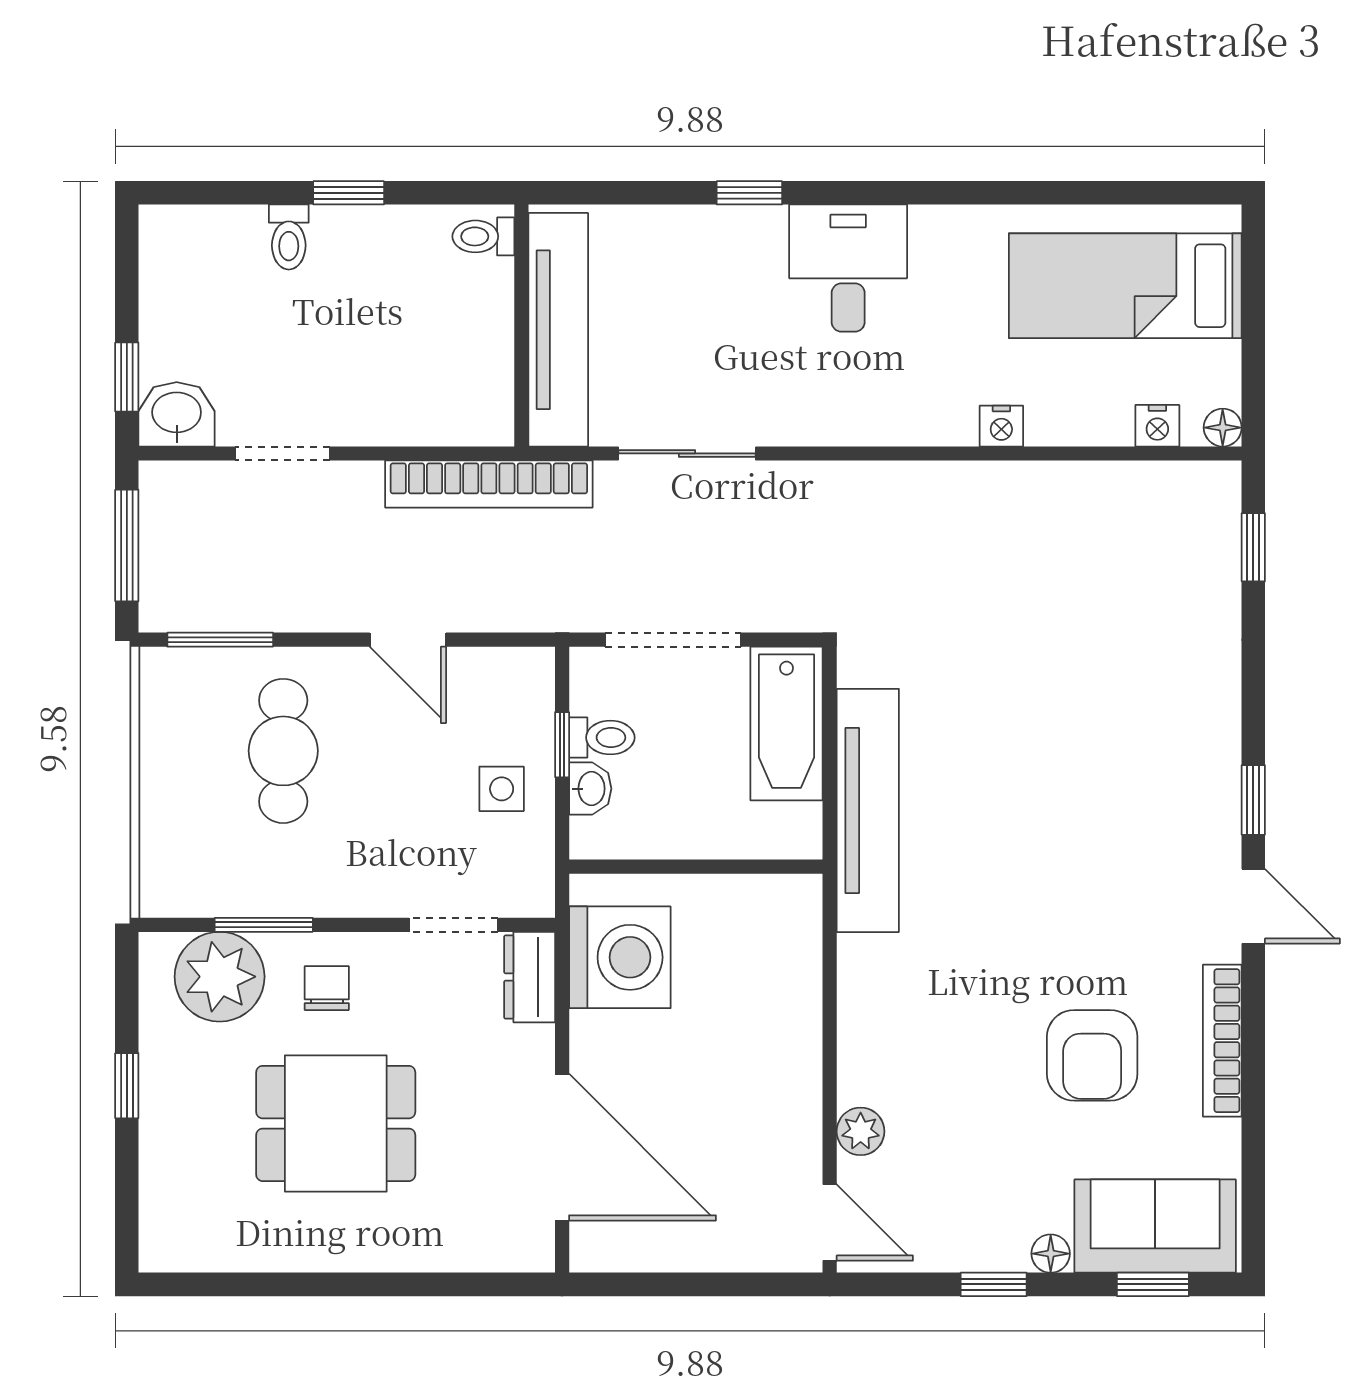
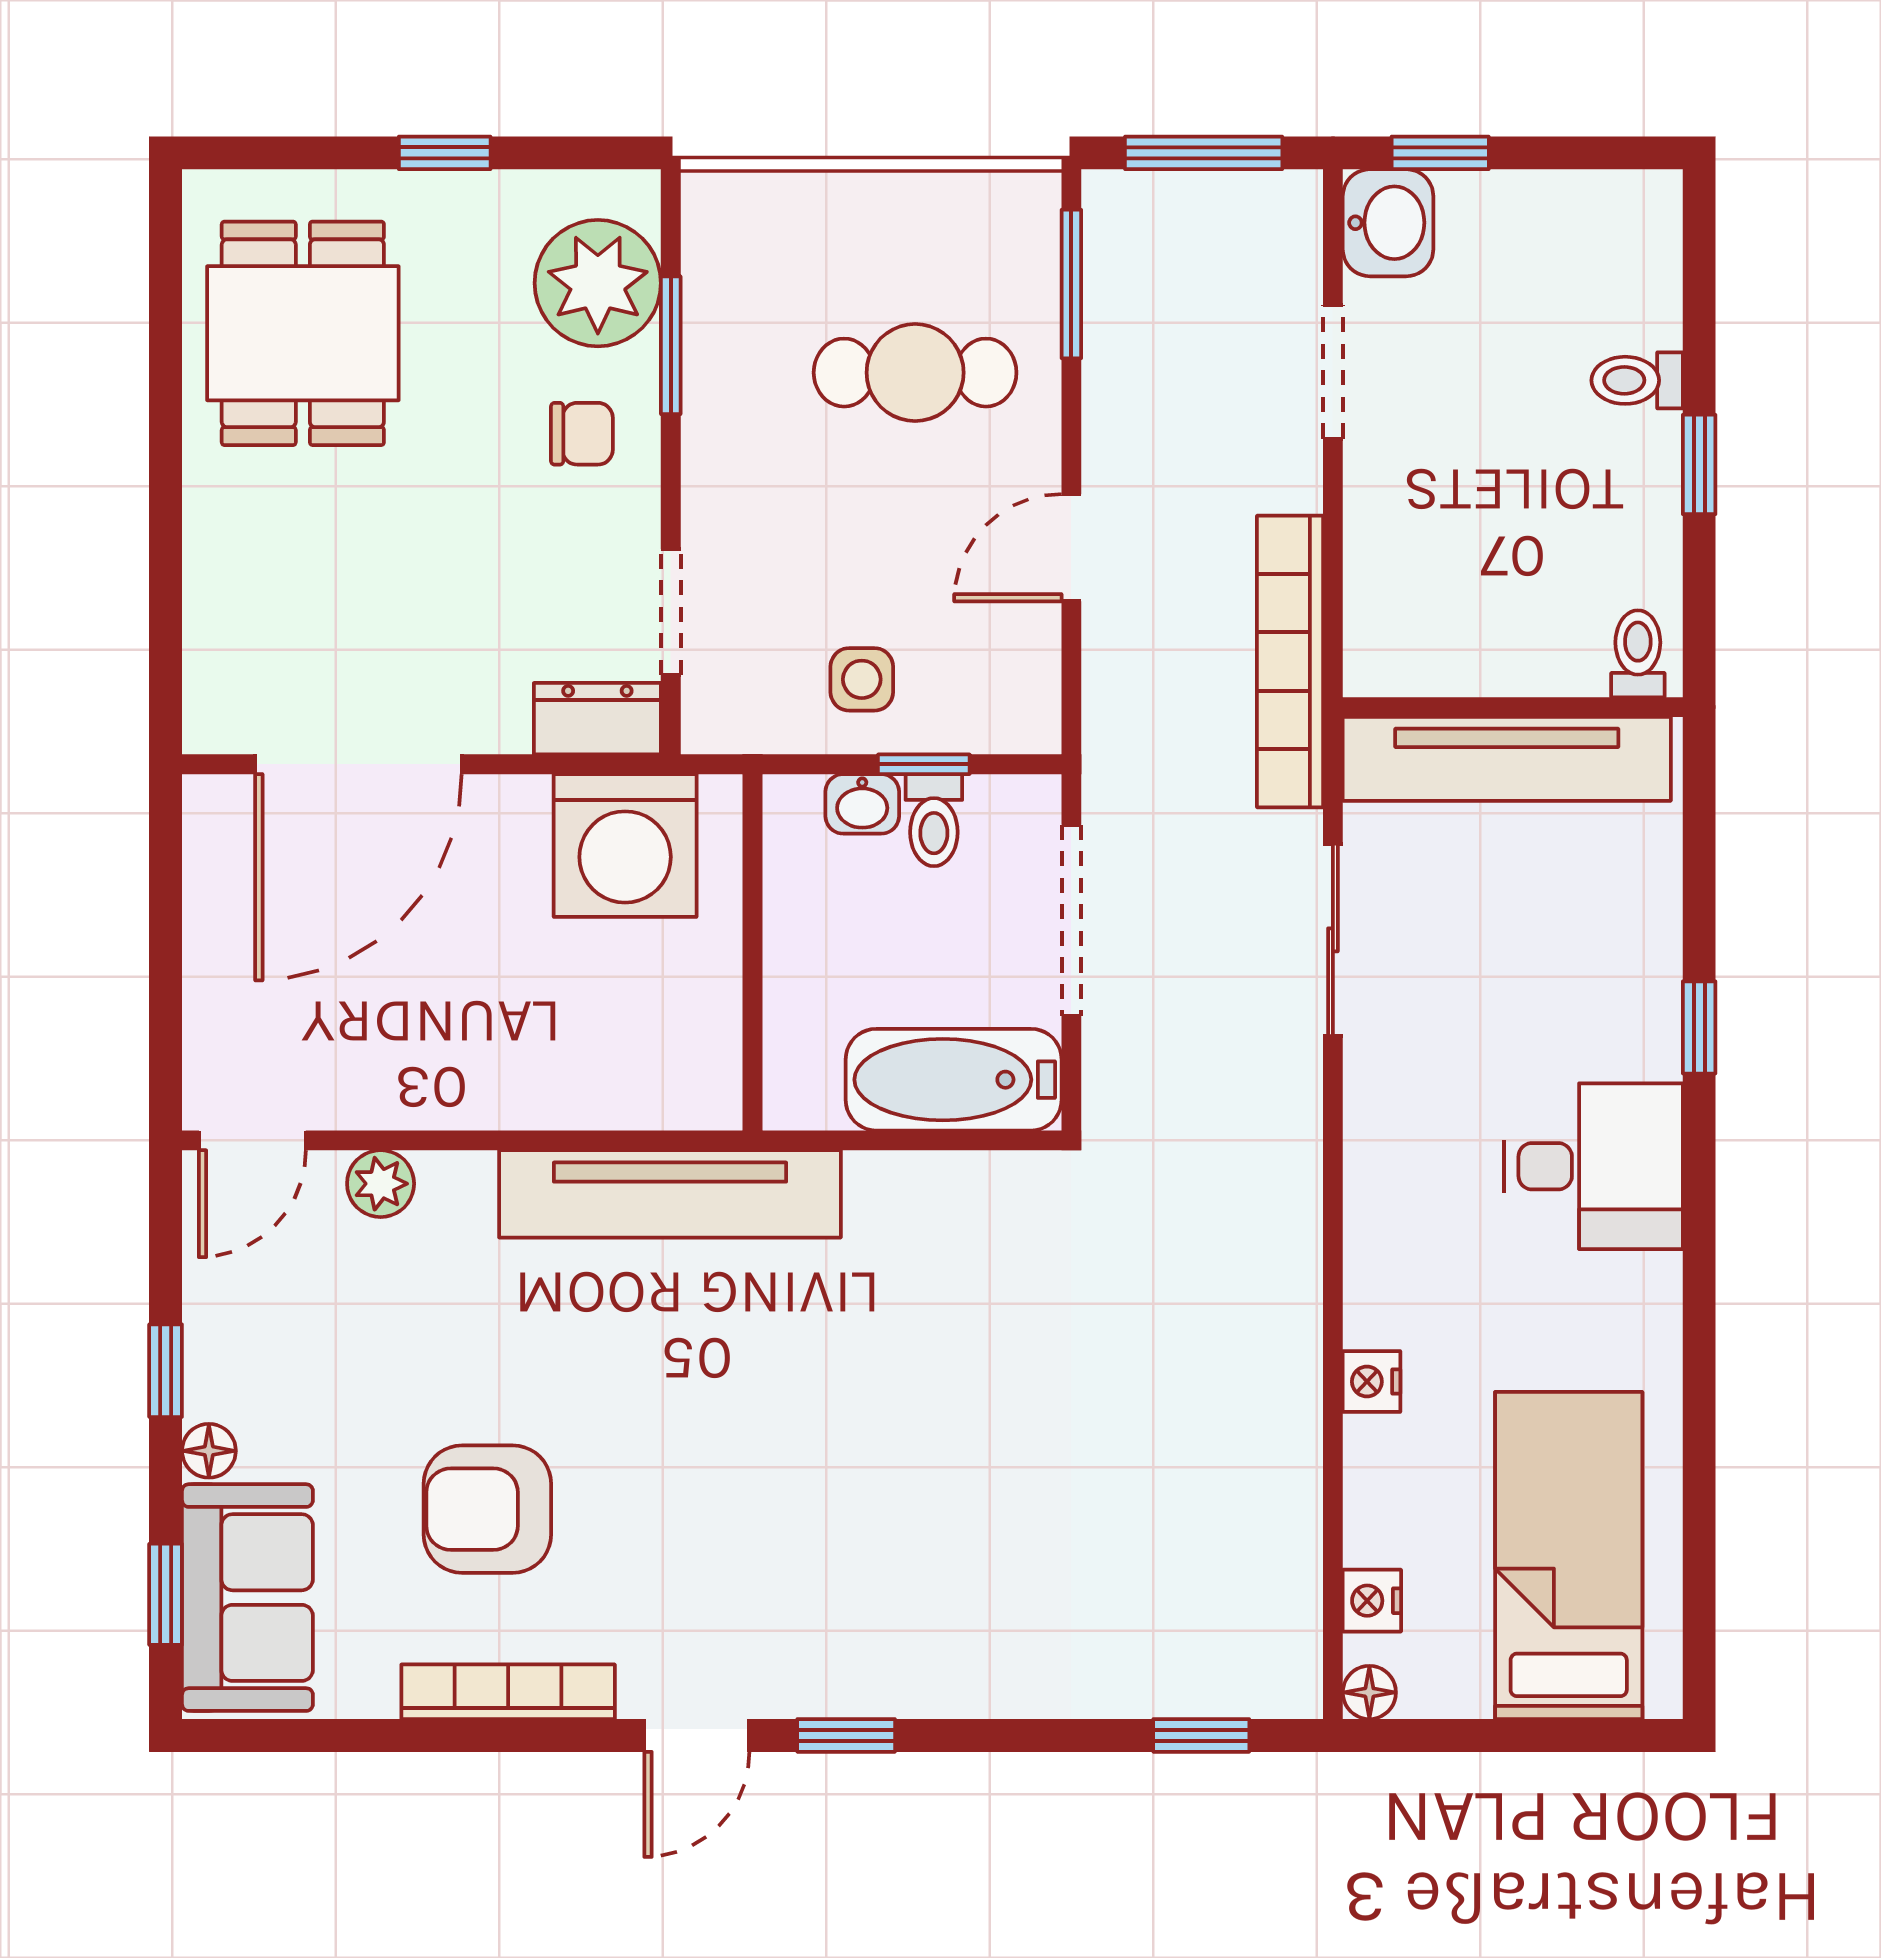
tv unit: (868, 810) -> (670, 1194), moved
dining table: (336, 1123) -> (303, 333), moved

